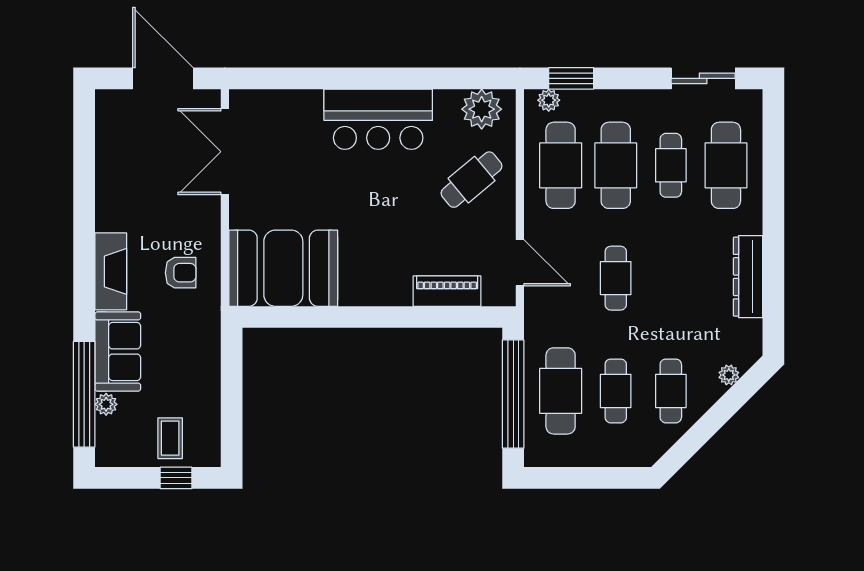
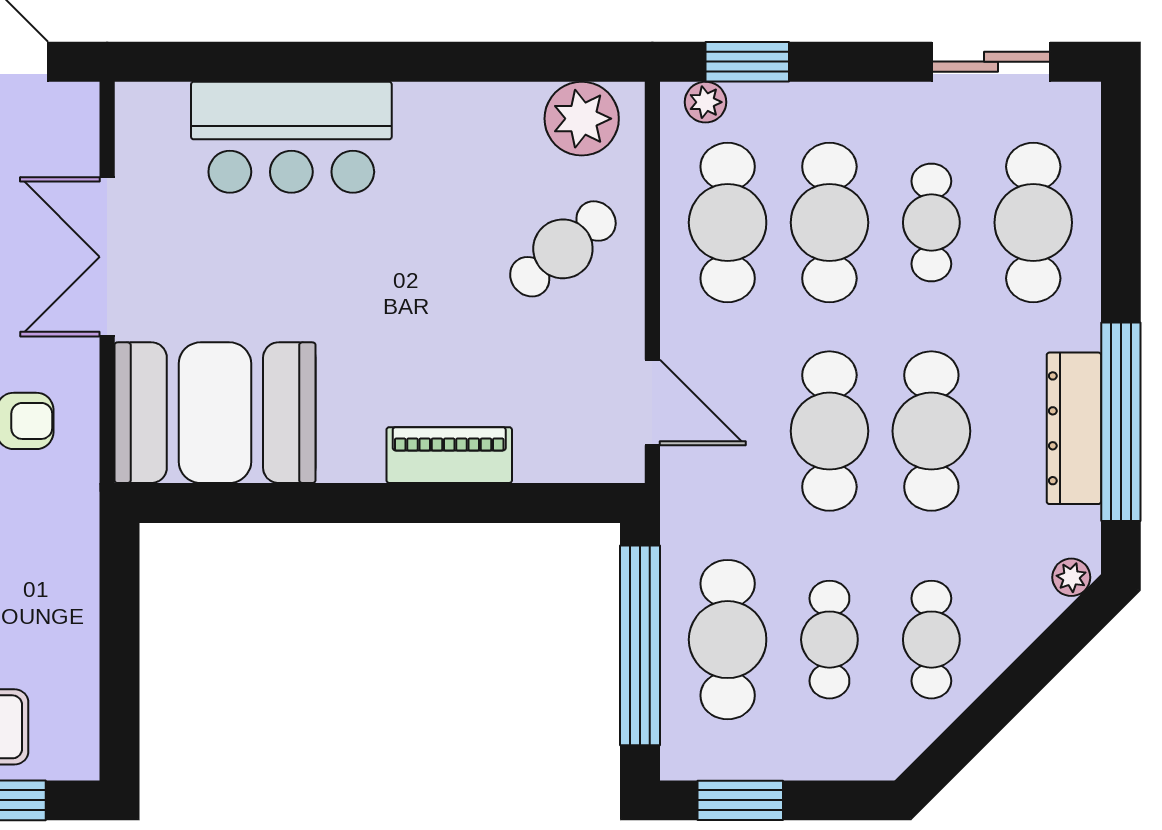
bar counter: (378, 119) -> (291, 137), moved
double door: (225, 152) -> (107, 257), moved
window: (773, 273) -> (1121, 422), added
cafe table: (616, 278) -> (829, 431), width x1.37, depth x1.35
cafe table: (671, 278) -> (931, 431), added
piano: (447, 291) -> (449, 455), moved
plant: (729, 375) -> (1071, 577), moved
window: (567, 478) -> (740, 800), added

